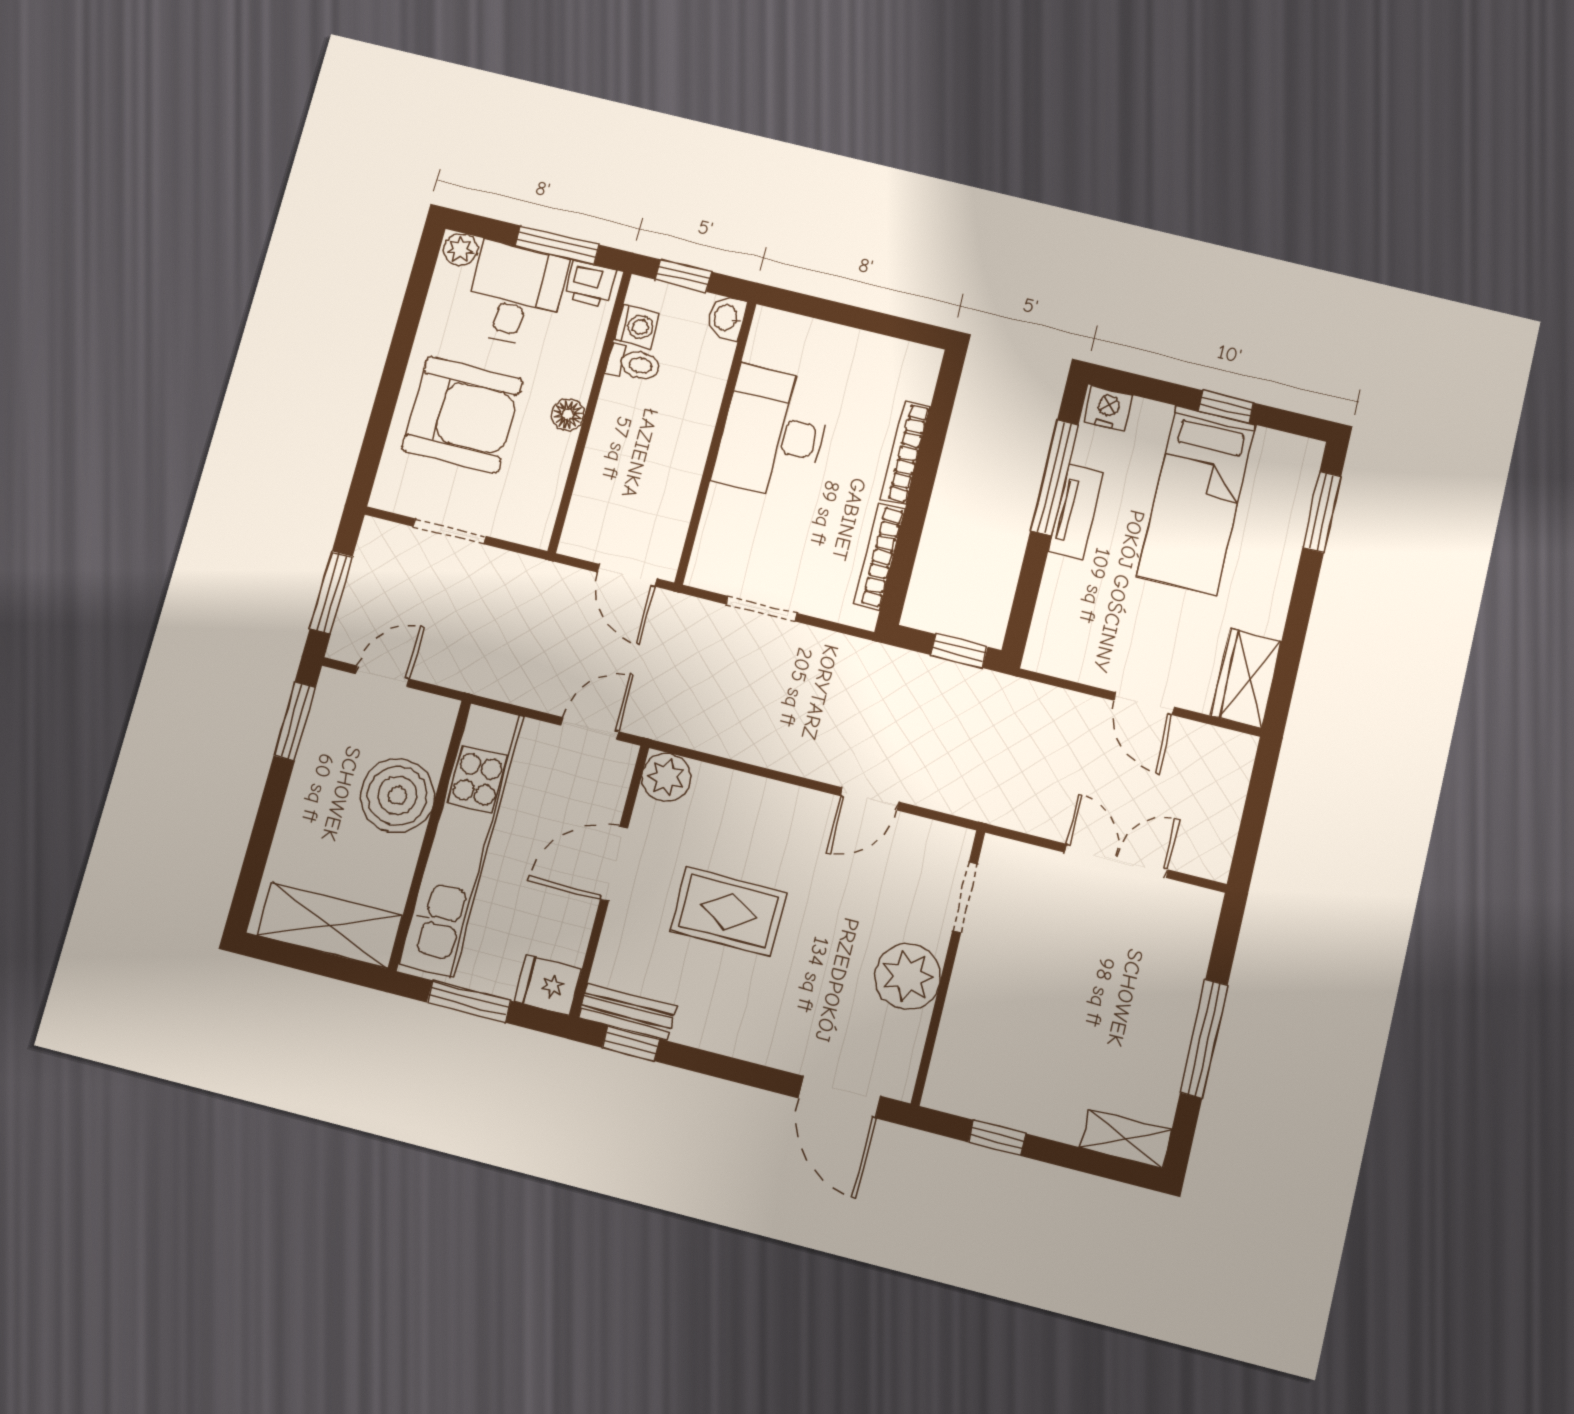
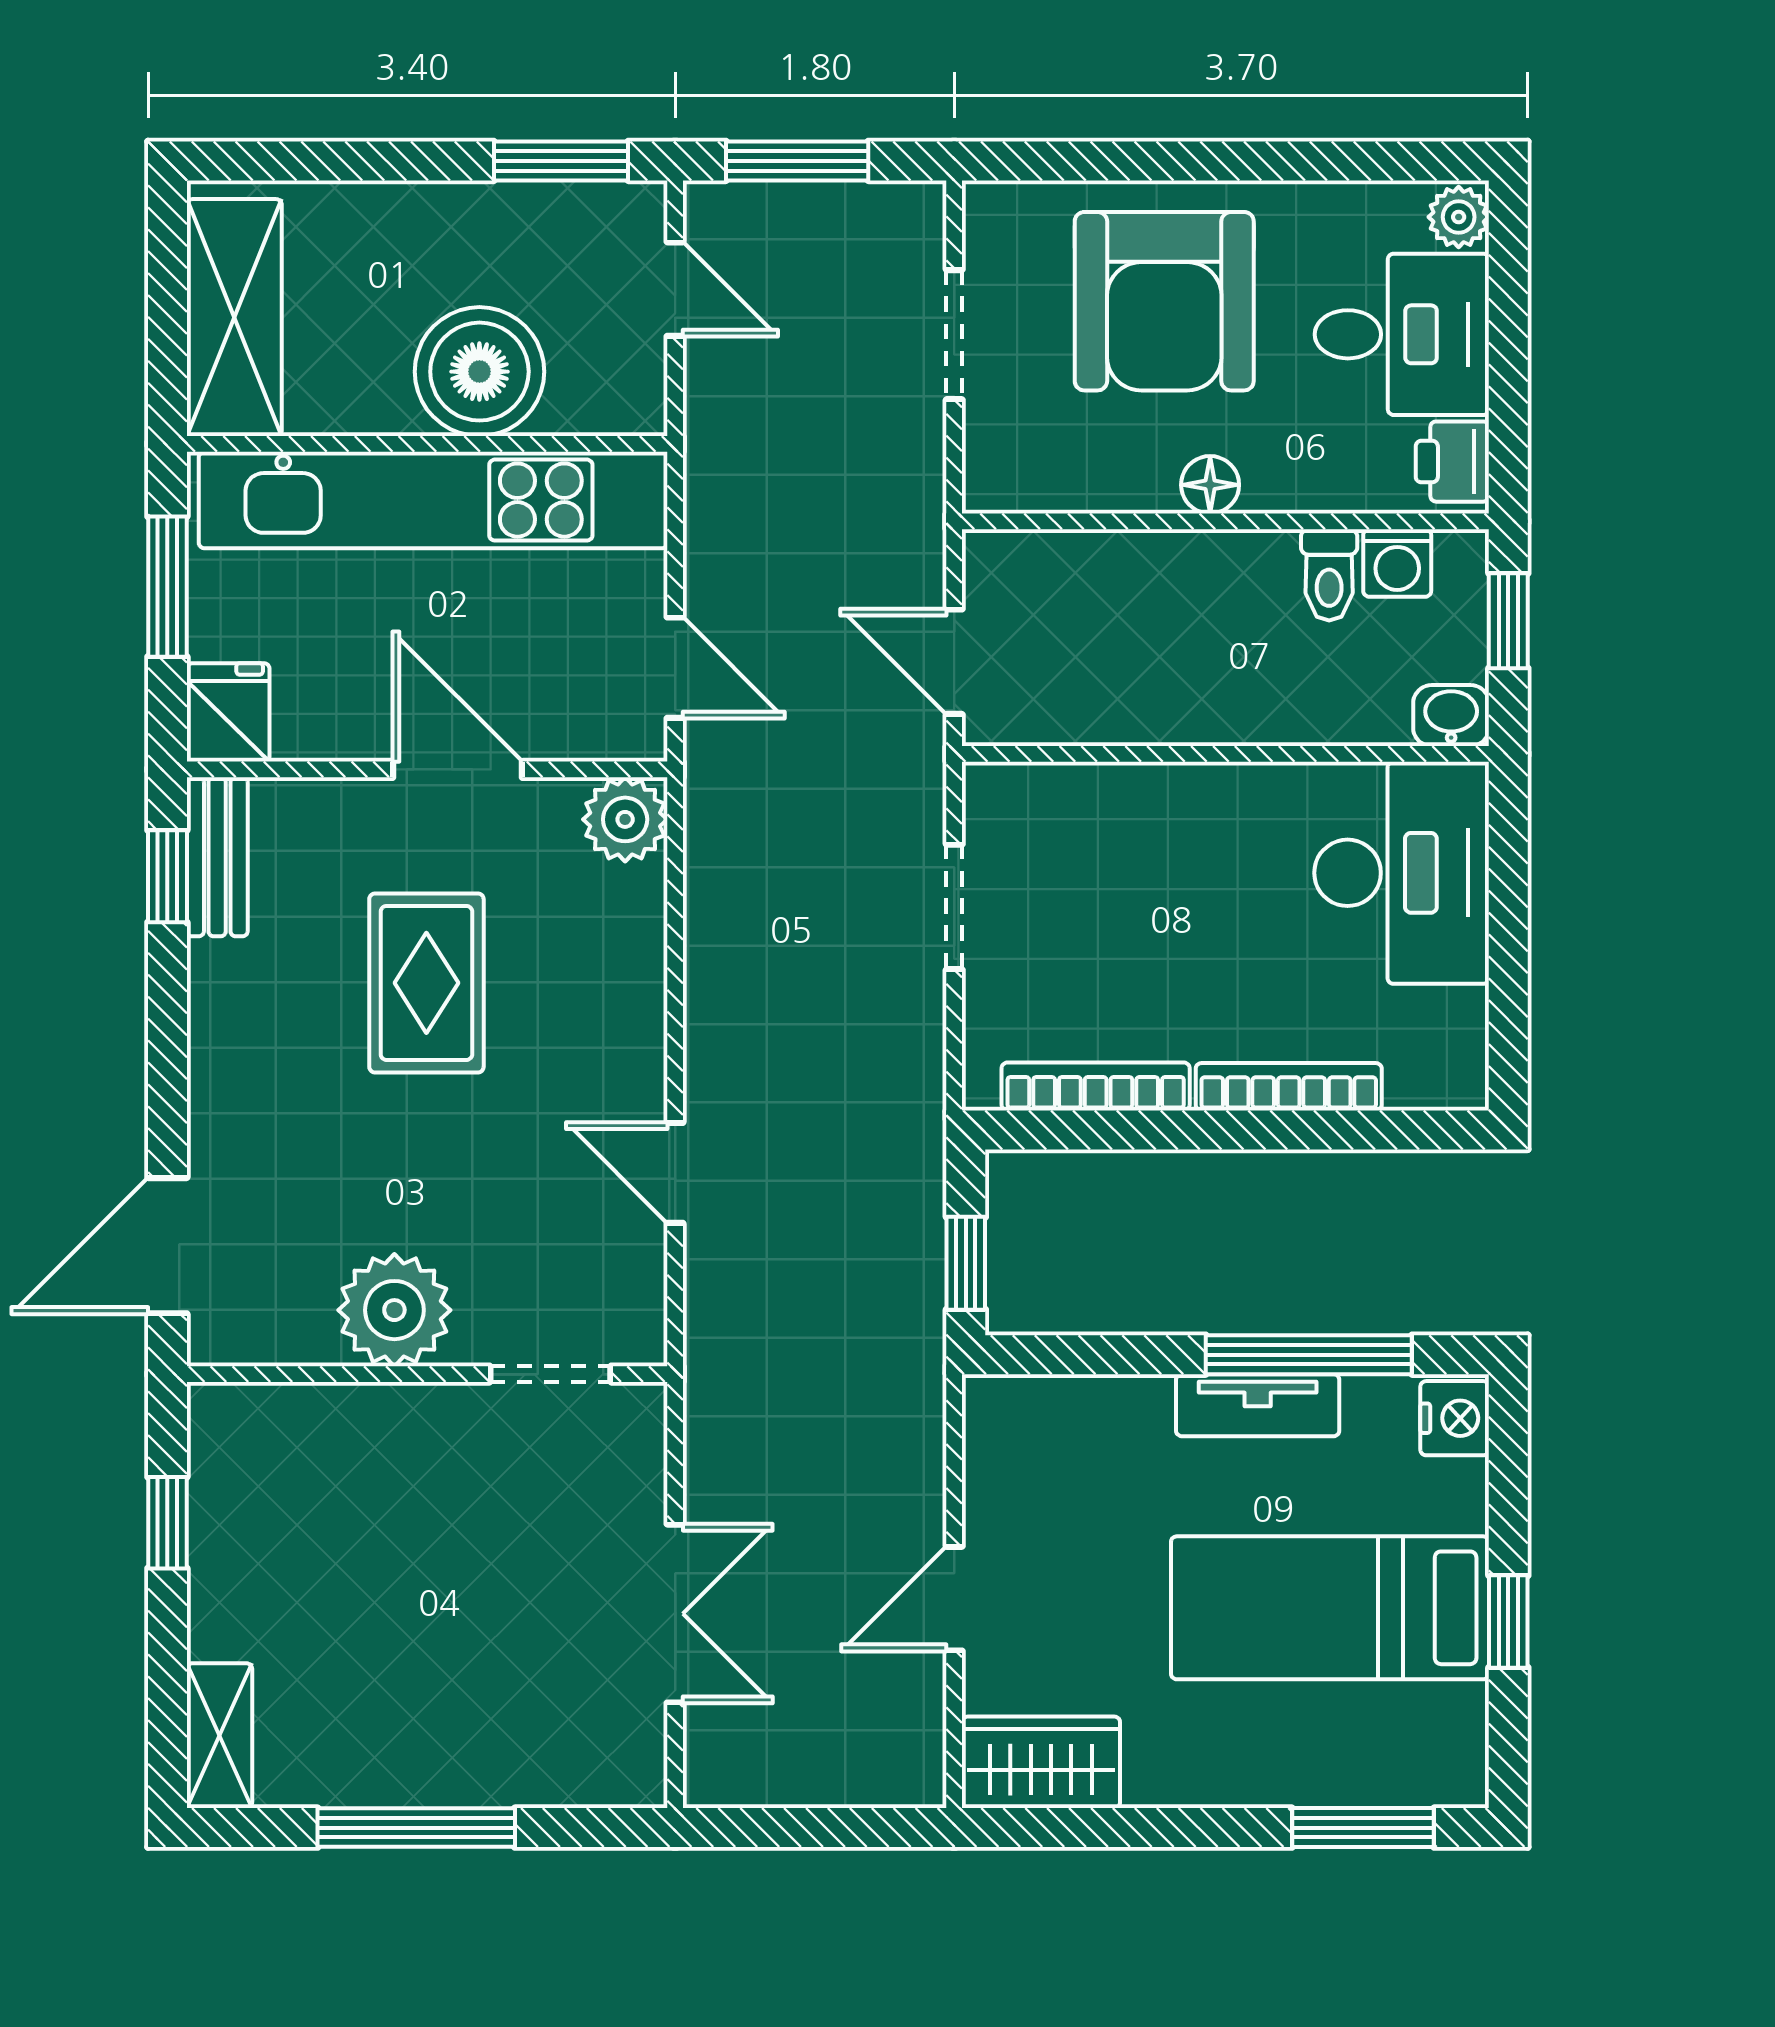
window: (557, 245) -> (1508, 385), removed
desk: (773, 433) -> (1402, 873), moved, turned 90
door: (627, 575) -> (954, 662), hinge flipped

